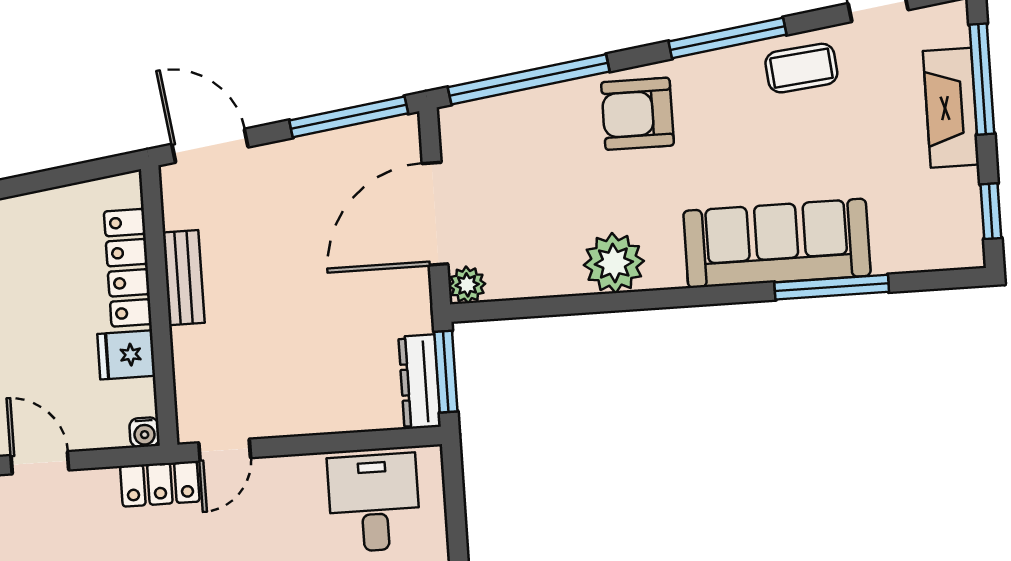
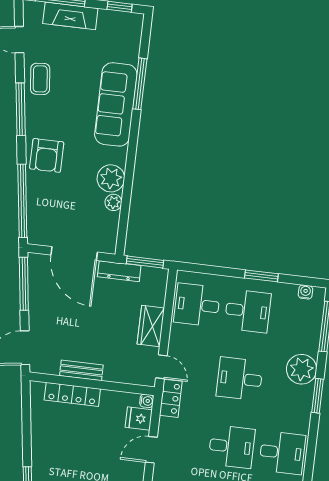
plant: (467, 285) -> (113, 202), moved
fridge: (126, 355) -> (139, 419), moved, turned 90
dresser: (420, 382) -> (119, 271), moved
wardrobe: (309, 410) -> (151, 326), added

